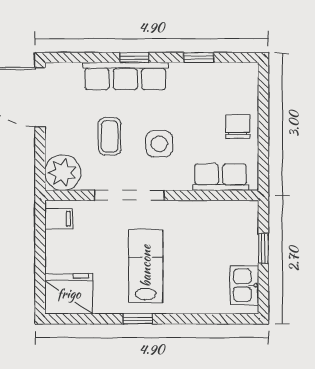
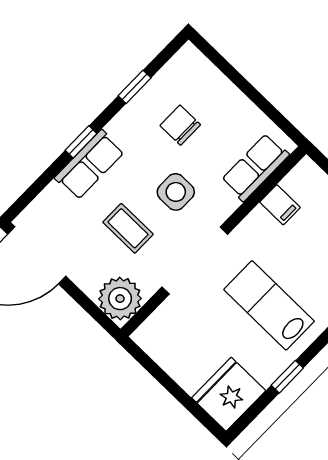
row of seats: (125, 76) -> (90, 165), width x0.68
chair: (238, 126) -> (180, 125), moved
filing cabinet: (59, 219) -> (280, 205), moved, turned 90
window: (138, 319) -> (287, 377), moved

